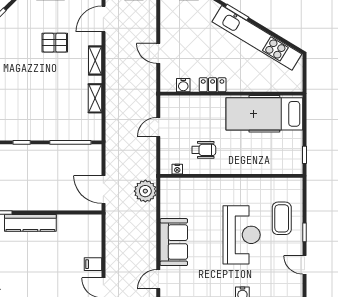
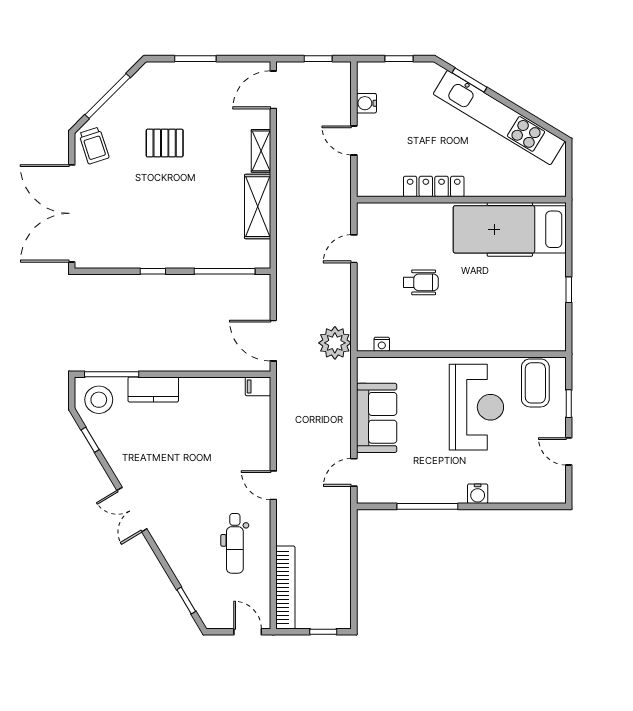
pallet: (55, 43) -> (165, 143), moved
water cooler: (183, 85) -> (366, 103), moved, turned 90
locker: (213, 85) -> (434, 187), width x1.53
shelving: (95, 98) -> (258, 207), width x1.50, depth x1.33
nightstand: (177, 169) -> (382, 344), moved
wall: (231, 176) -> (461, 354), moved
kitchen counter: (30, 223) -> (153, 390), width x0.67
filing cabinet: (93, 264) -> (258, 386), moved

